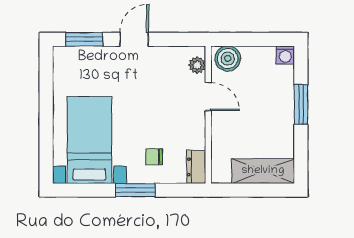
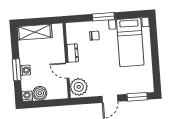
boiler: (228, 59) -> (40, 93), moved
plant: (197, 65) -> (79, 87), width x1.88, depth x1.88
washing machine: (285, 103) -> (25, 70), added
dresser: (196, 167) -> (73, 53), moved

